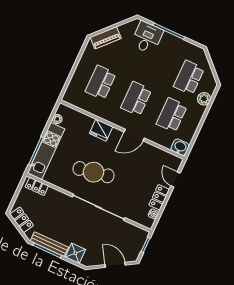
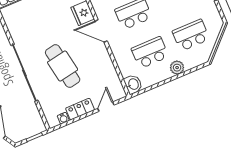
plant: (204, 99) -> (177, 68), moved
door: (134, 135) -> (101, 31), moved
cafe table: (93, 172) -> (63, 66), moved

